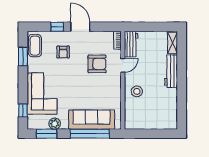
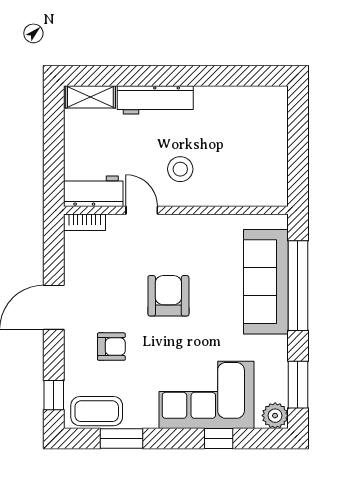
window: (57, 27) -> (54, 395), moved
armchair: (97, 64) -> (168, 296), moved
stool: (137, 91) -> (180, 169), moved
window: (23, 110) -> (219, 439), moved
plant: (55, 124) -> (275, 416), moved

